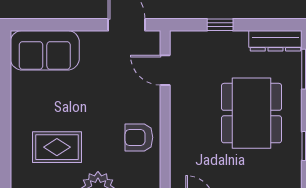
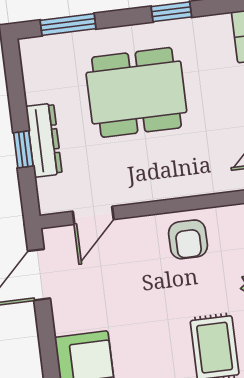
dresser: (275, 41) -> (44, 140), moved

